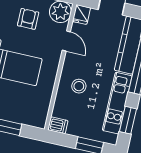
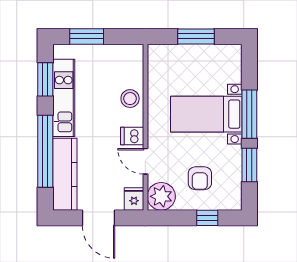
stool: (79, 86) -> (130, 99), moved
dishwasher: (58, 125) -> (132, 136), moved

